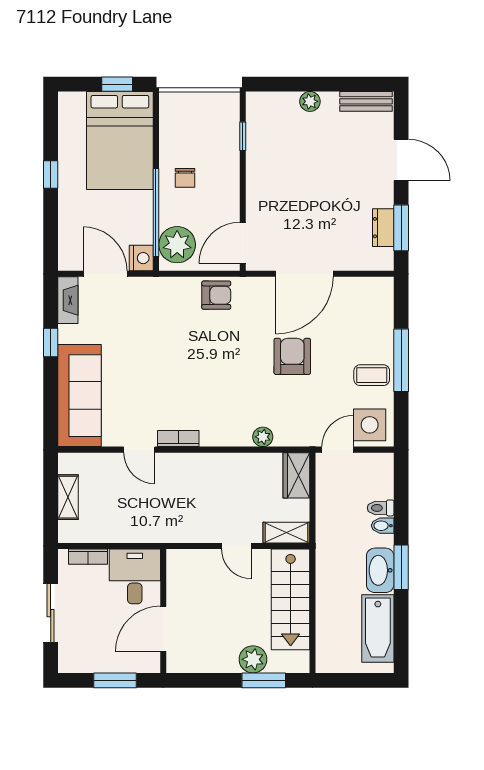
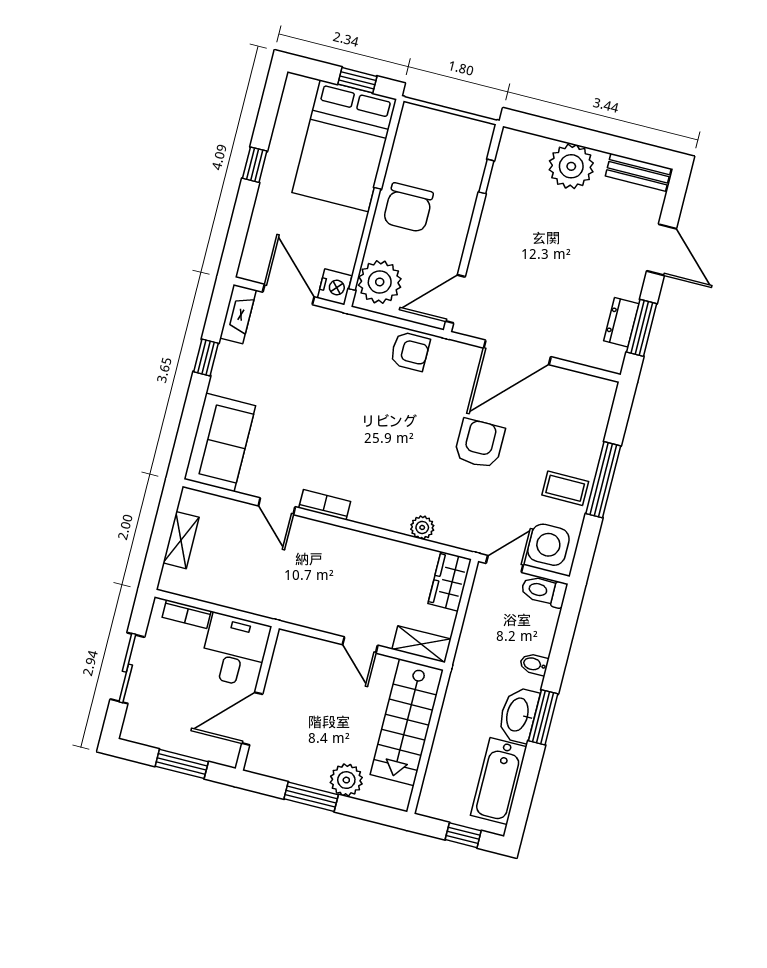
plant: (310, 101) -> (571, 166), width x1.88, depth x1.88
chair: (185, 178) -> (408, 208), width x1.87, depth x1.87
sofa: (79, 396) -> (220, 442), width x0.73
toilet: (381, 508) -> (544, 591), moved, width x1.37, depth x1.39
window: (264, 680) -> (311, 797), moved
window: (360, 680) -> (463, 835), added

